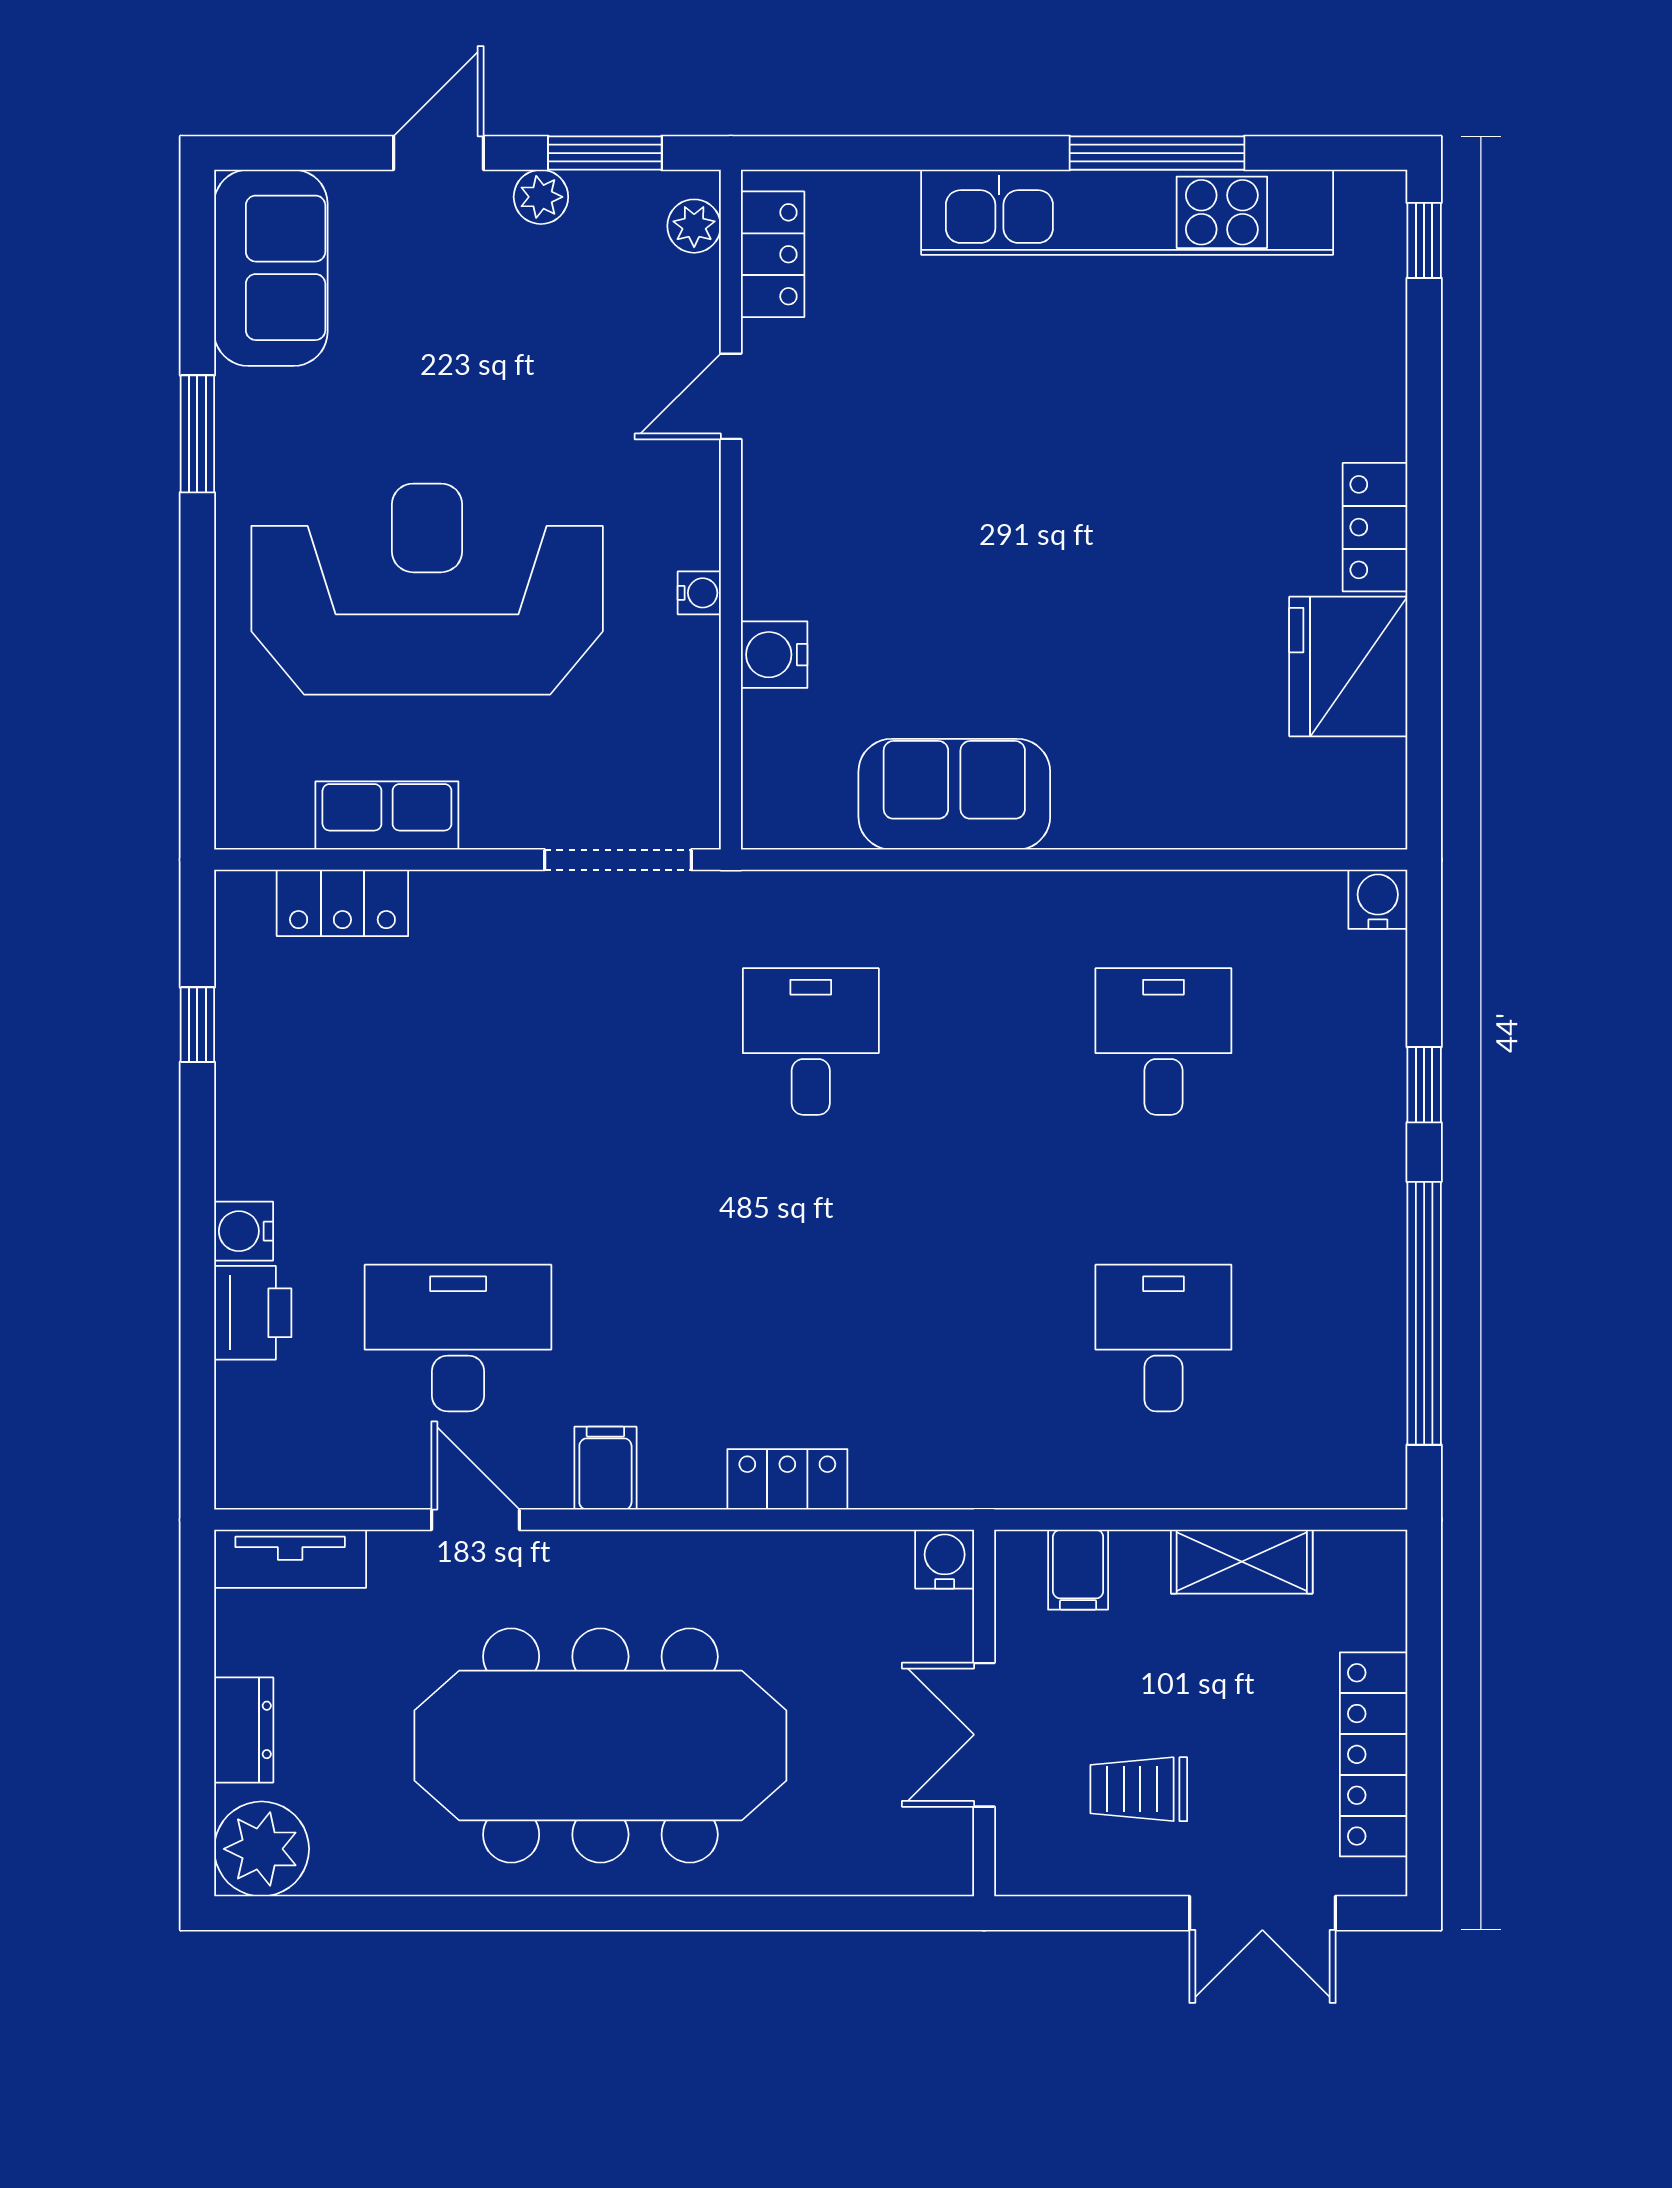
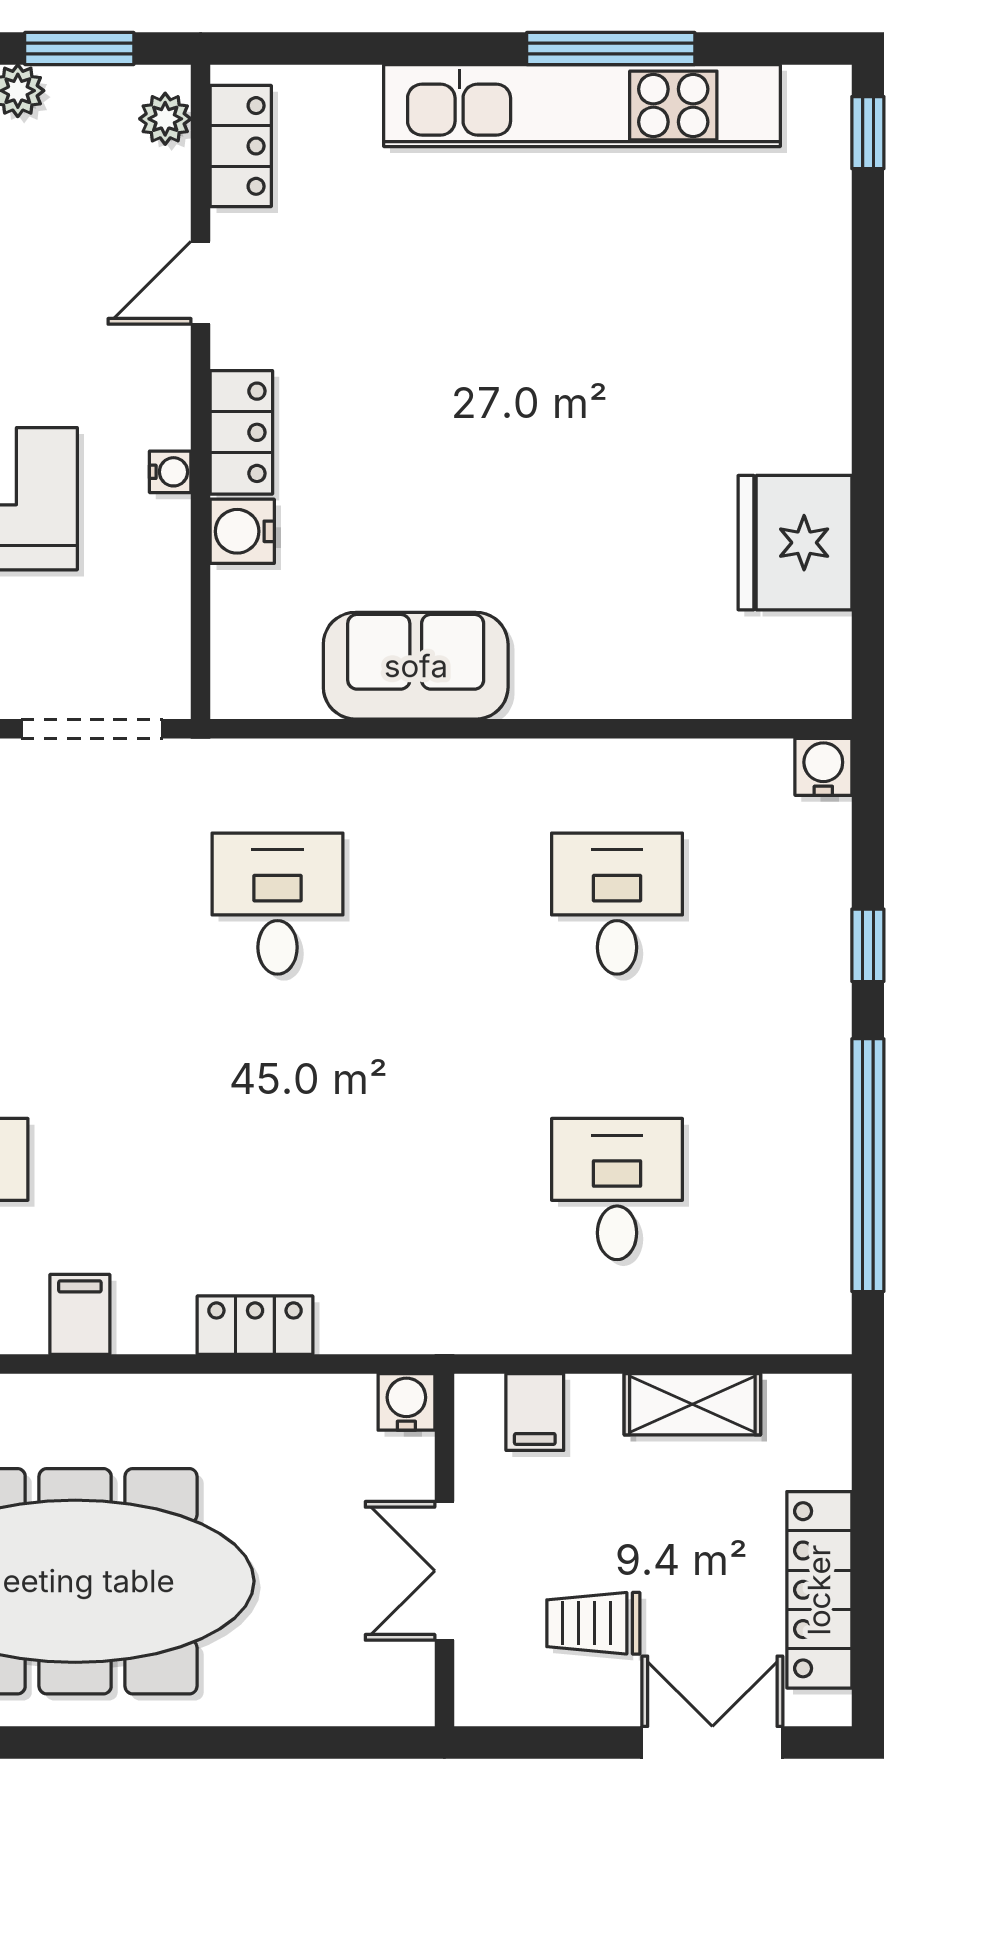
locker: (1375, 527) -> (241, 432), moved, turned 180
double door: (1262, 1913) -> (712, 1743), swing flipped

